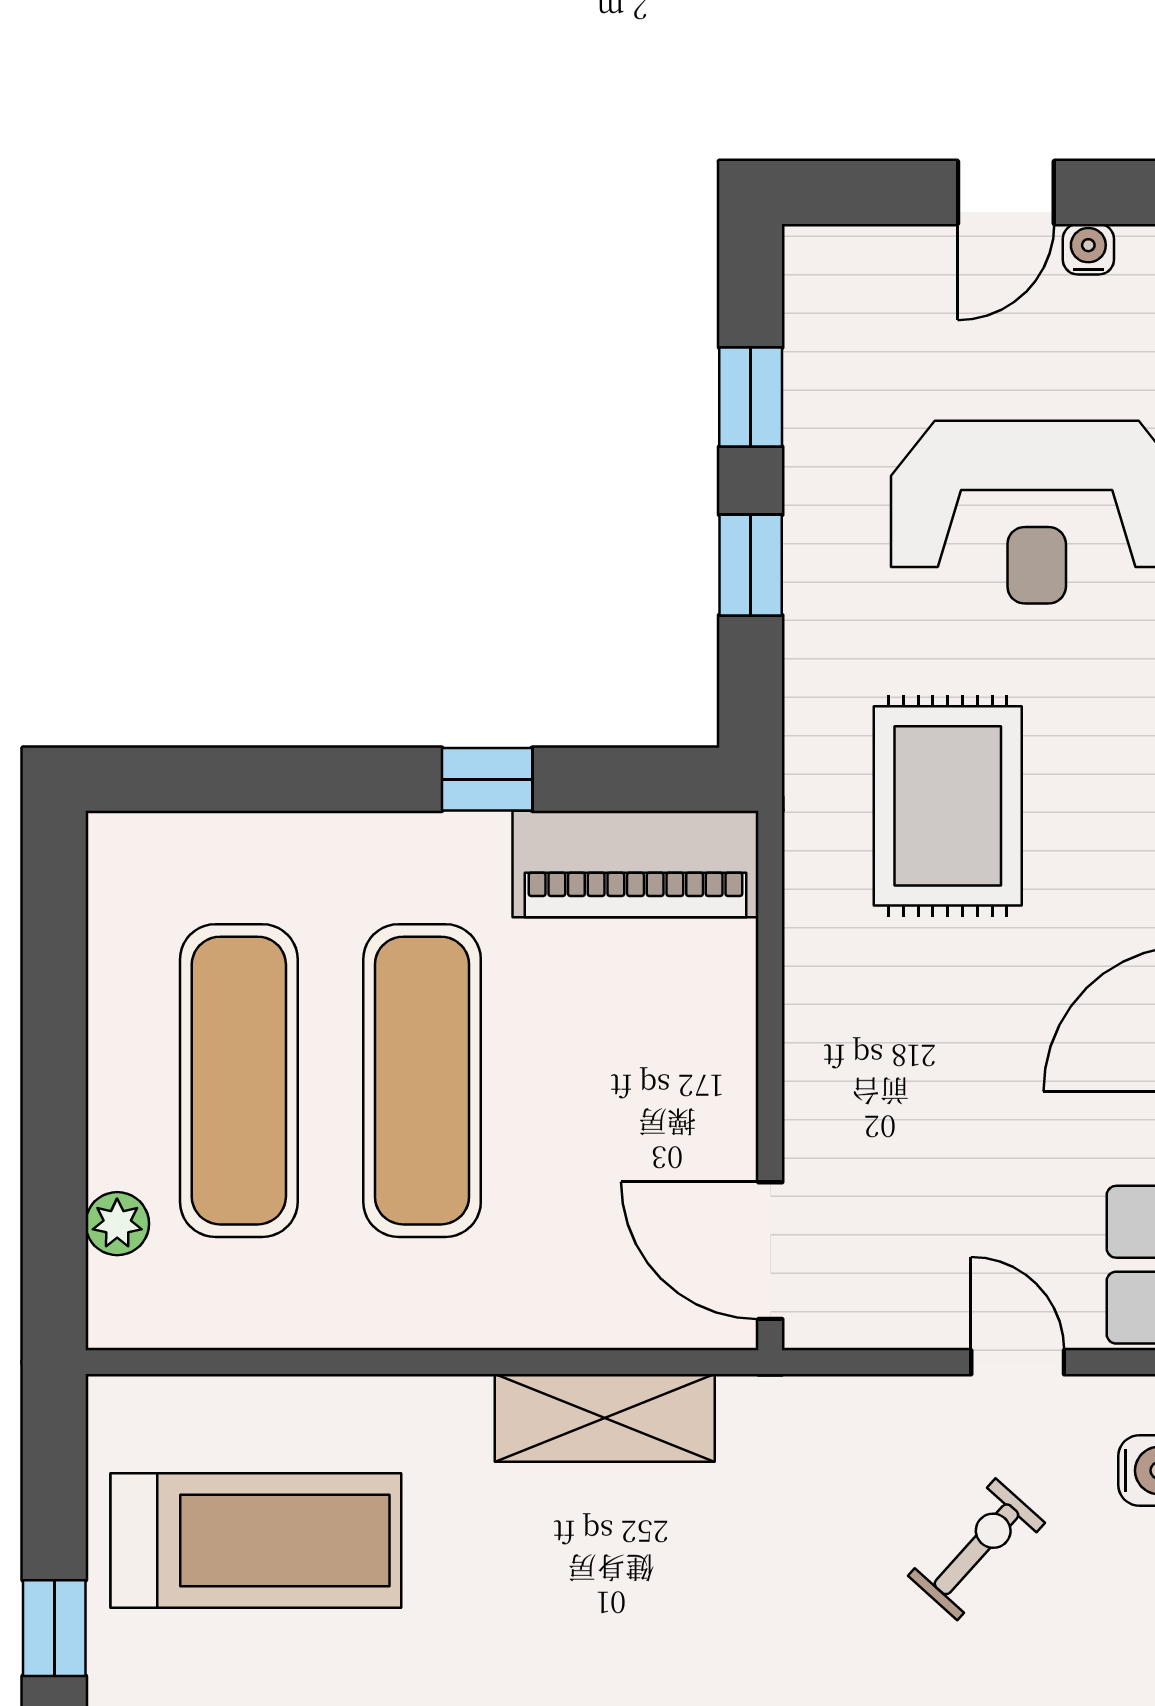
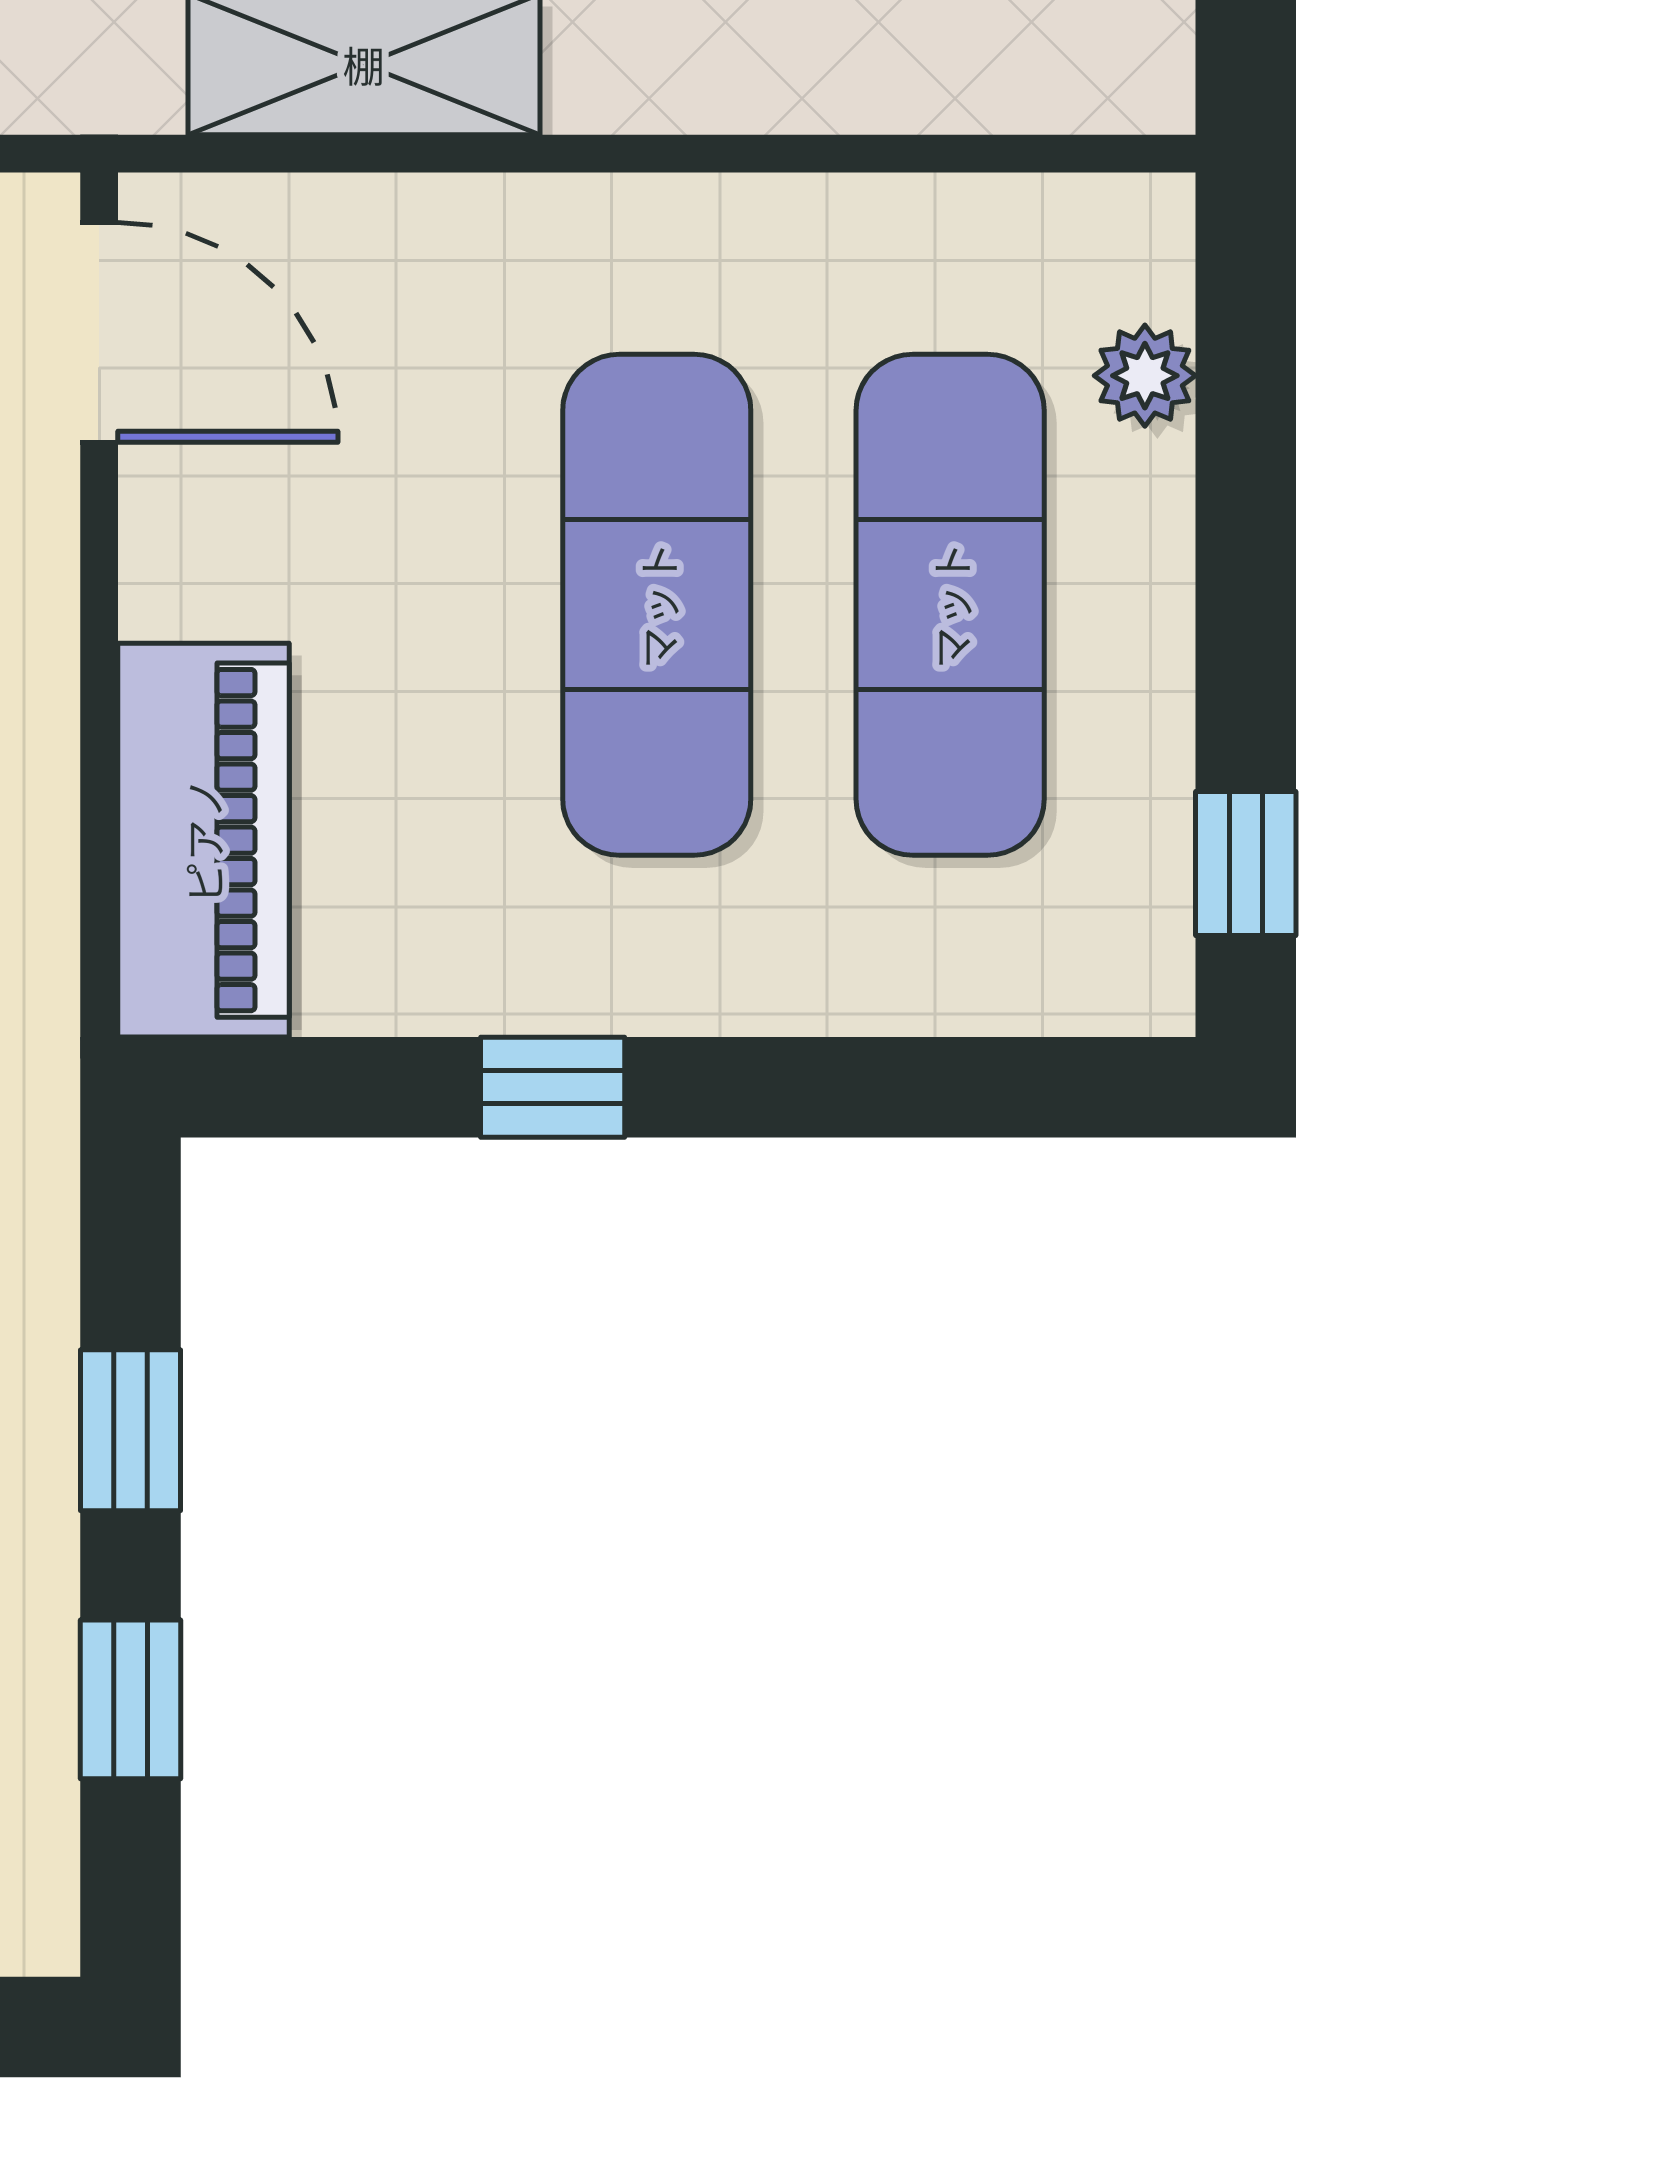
piano: (635, 864) -> (203, 840), moved, turned 90
window: (54, 919) -> (1246, 863), added

